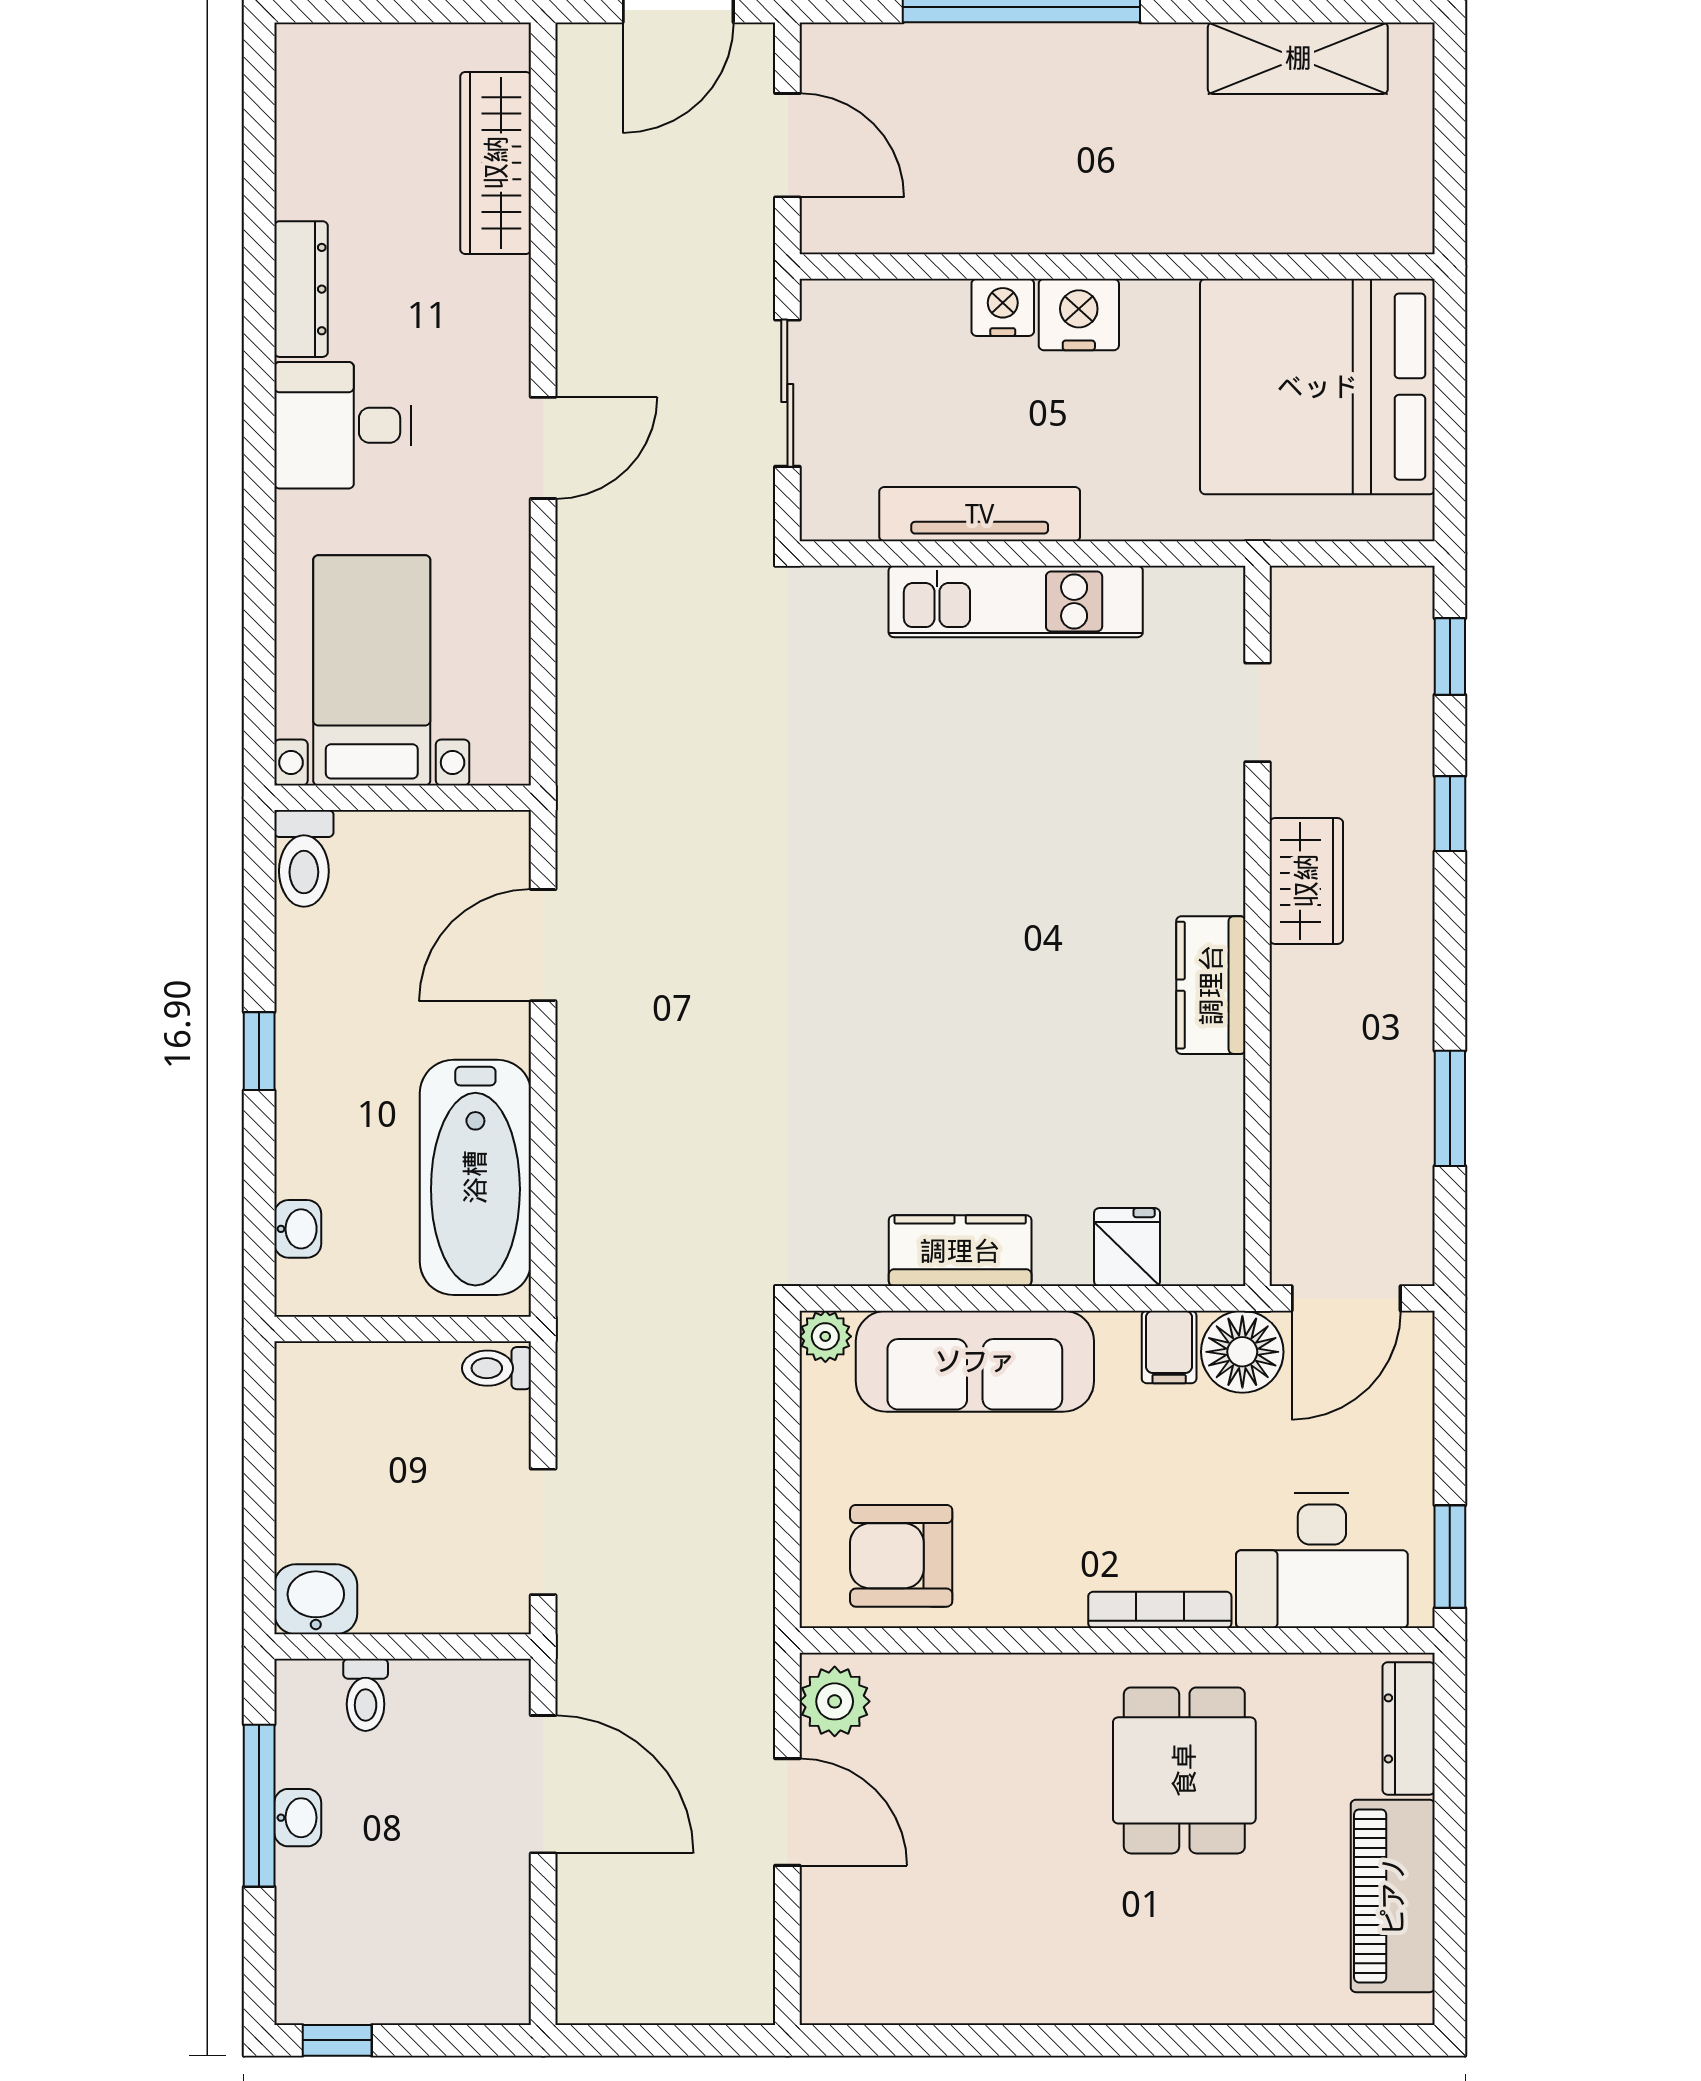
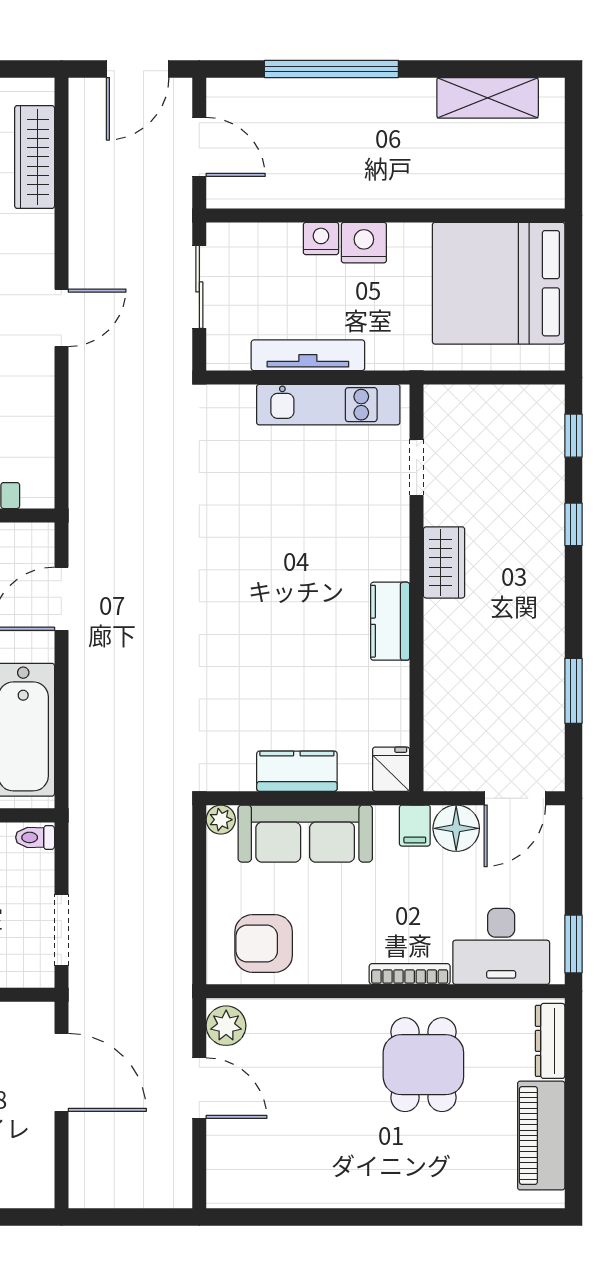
doorway: (1258, 712) -> (417, 467), moved
wardrobe: (1306, 881) -> (444, 562), moved
wall: (1258, 926) -> (417, 588), moved
kitchen counter: (1211, 985) -> (390, 621), moved

